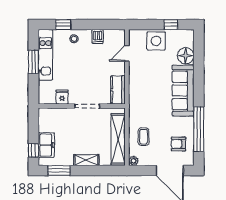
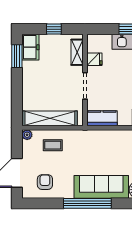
window: (199, 129) -> (87, 203), moved
freezer: (46, 145) -> (30, 47), moved, turned -90
window: (33, 150) -> (54, 29), moved
shelving: (86, 160) -> (77, 52), moved

